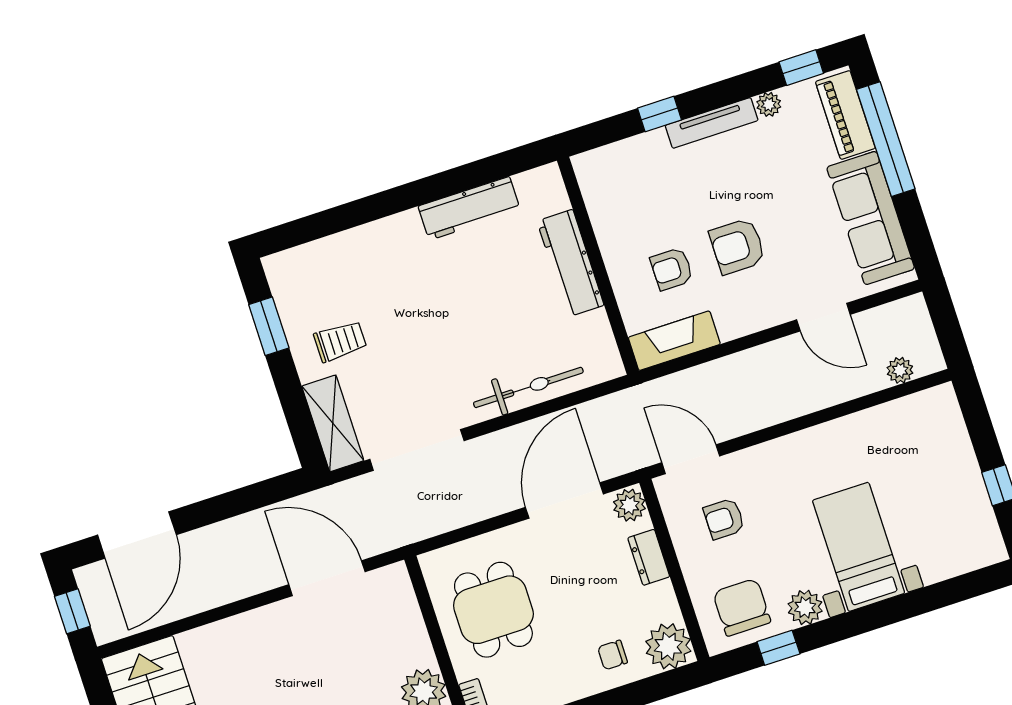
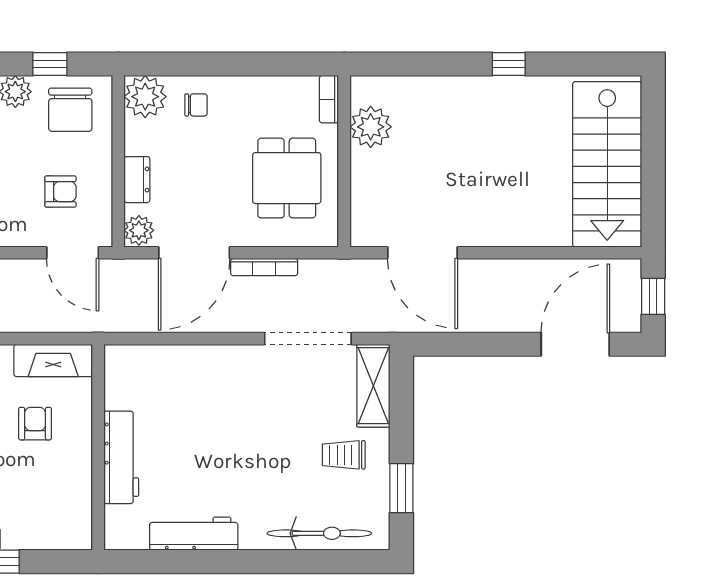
armchair: (672, 269) -> (35, 424), turned -90
bicycle: (528, 387) -> (319, 533), moved, turned 180
bookcase: (487, 509) -> (264, 267), added

